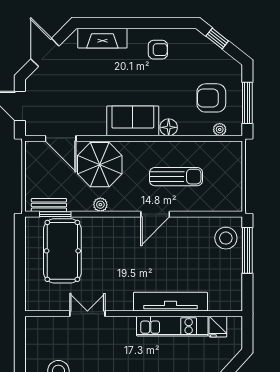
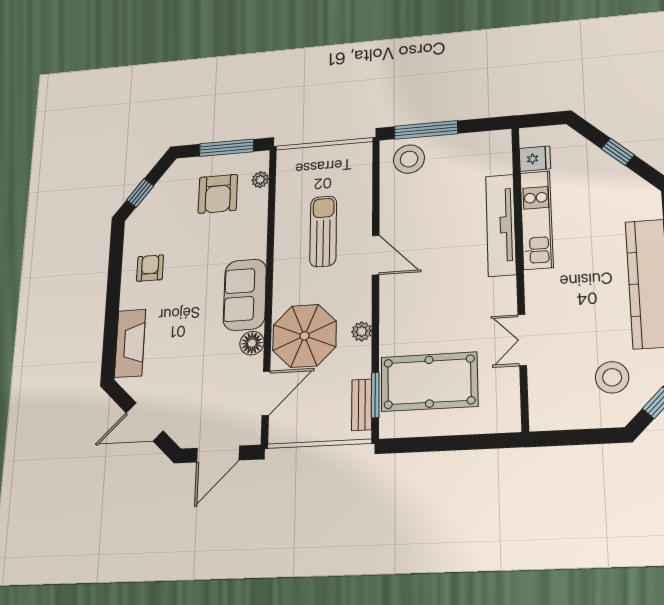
floor lamp: (169, 127) -> (252, 343), moved

